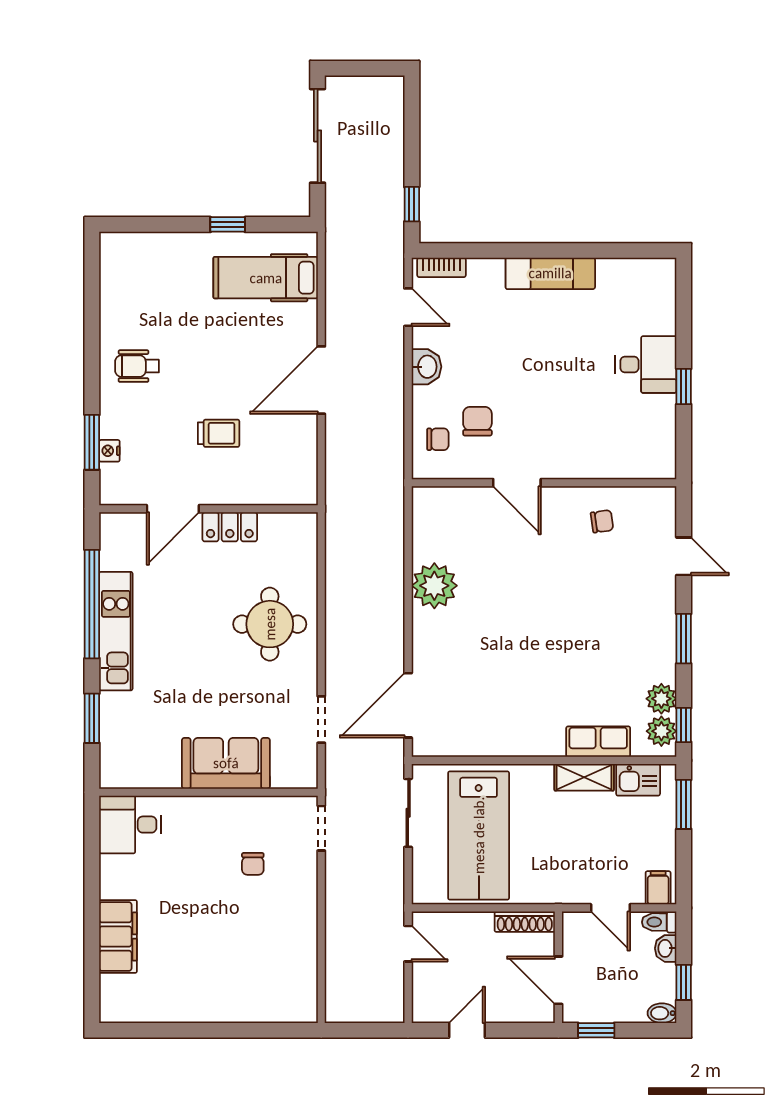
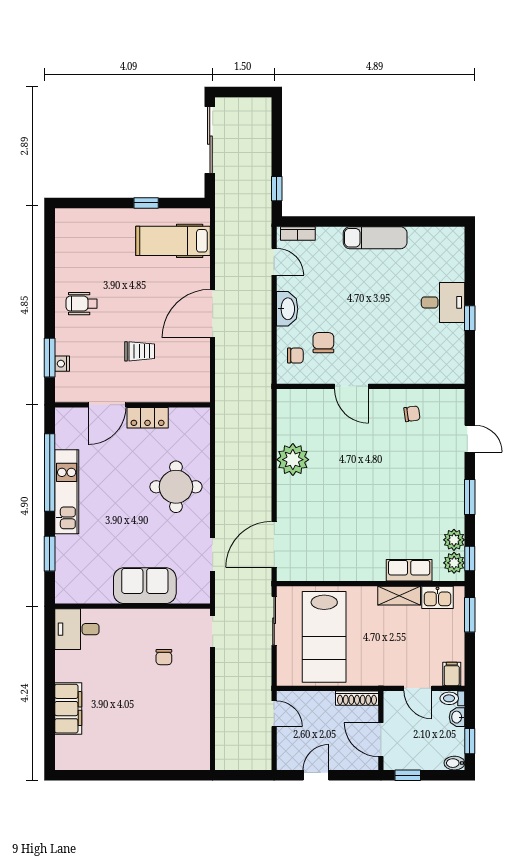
washbasin: (426, 367) -> (287, 309), width x1.38

